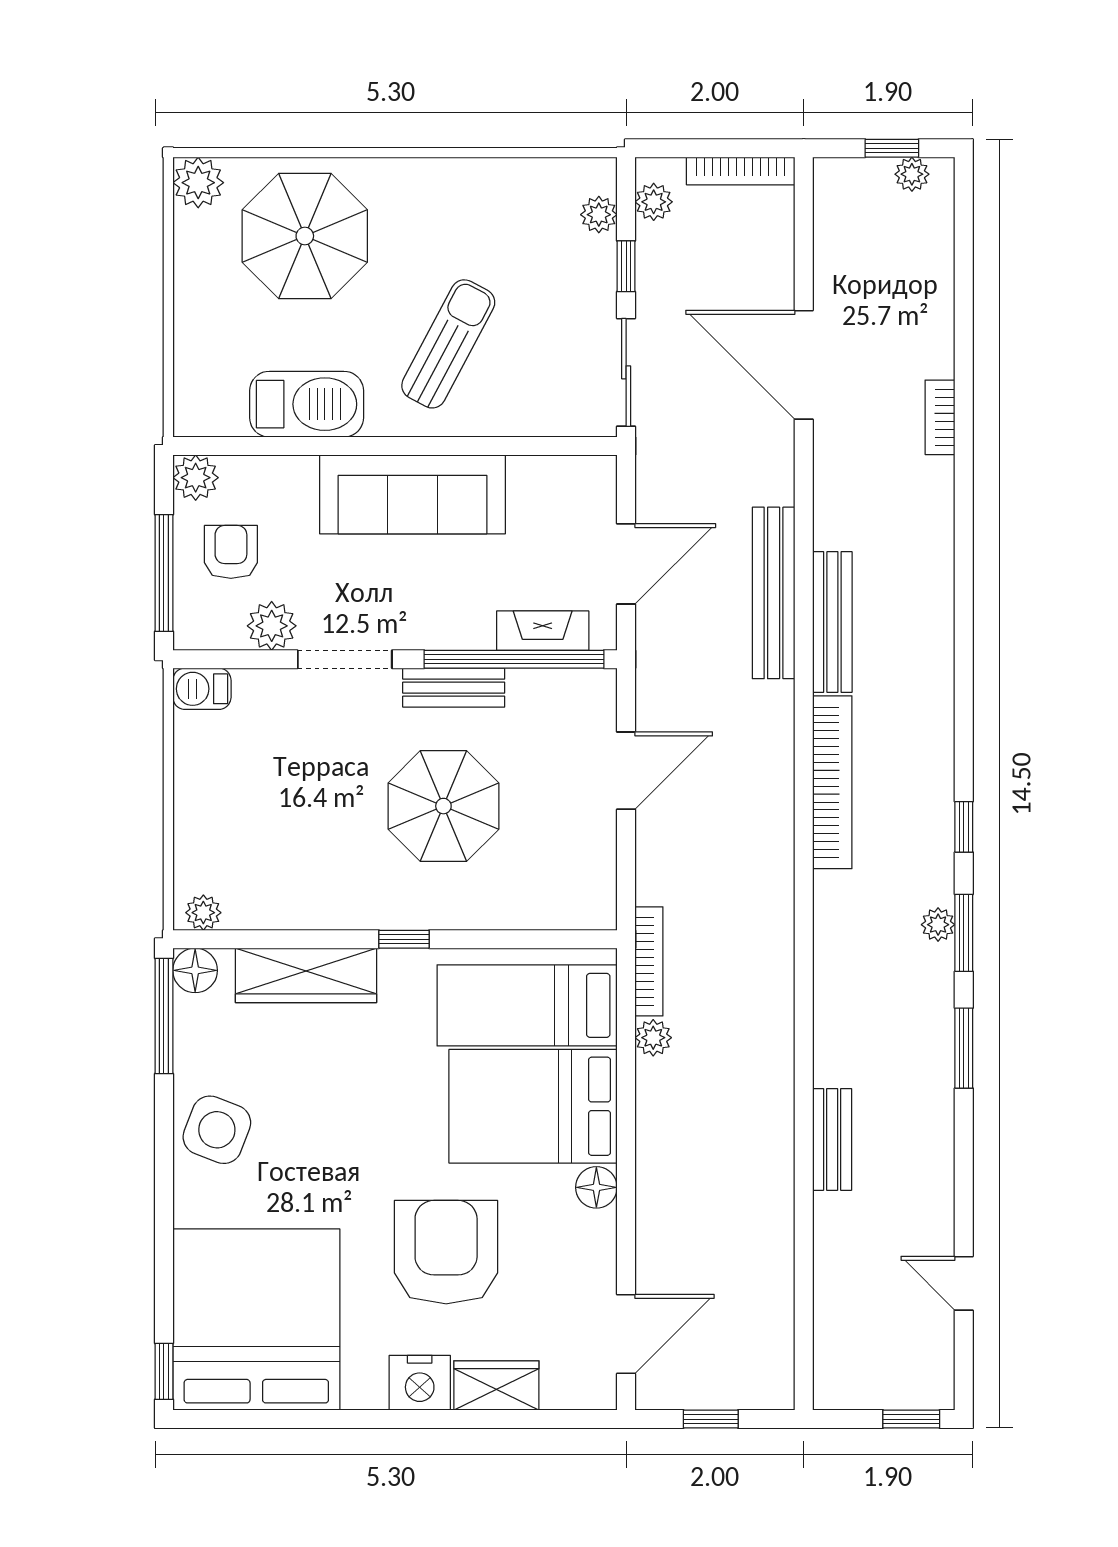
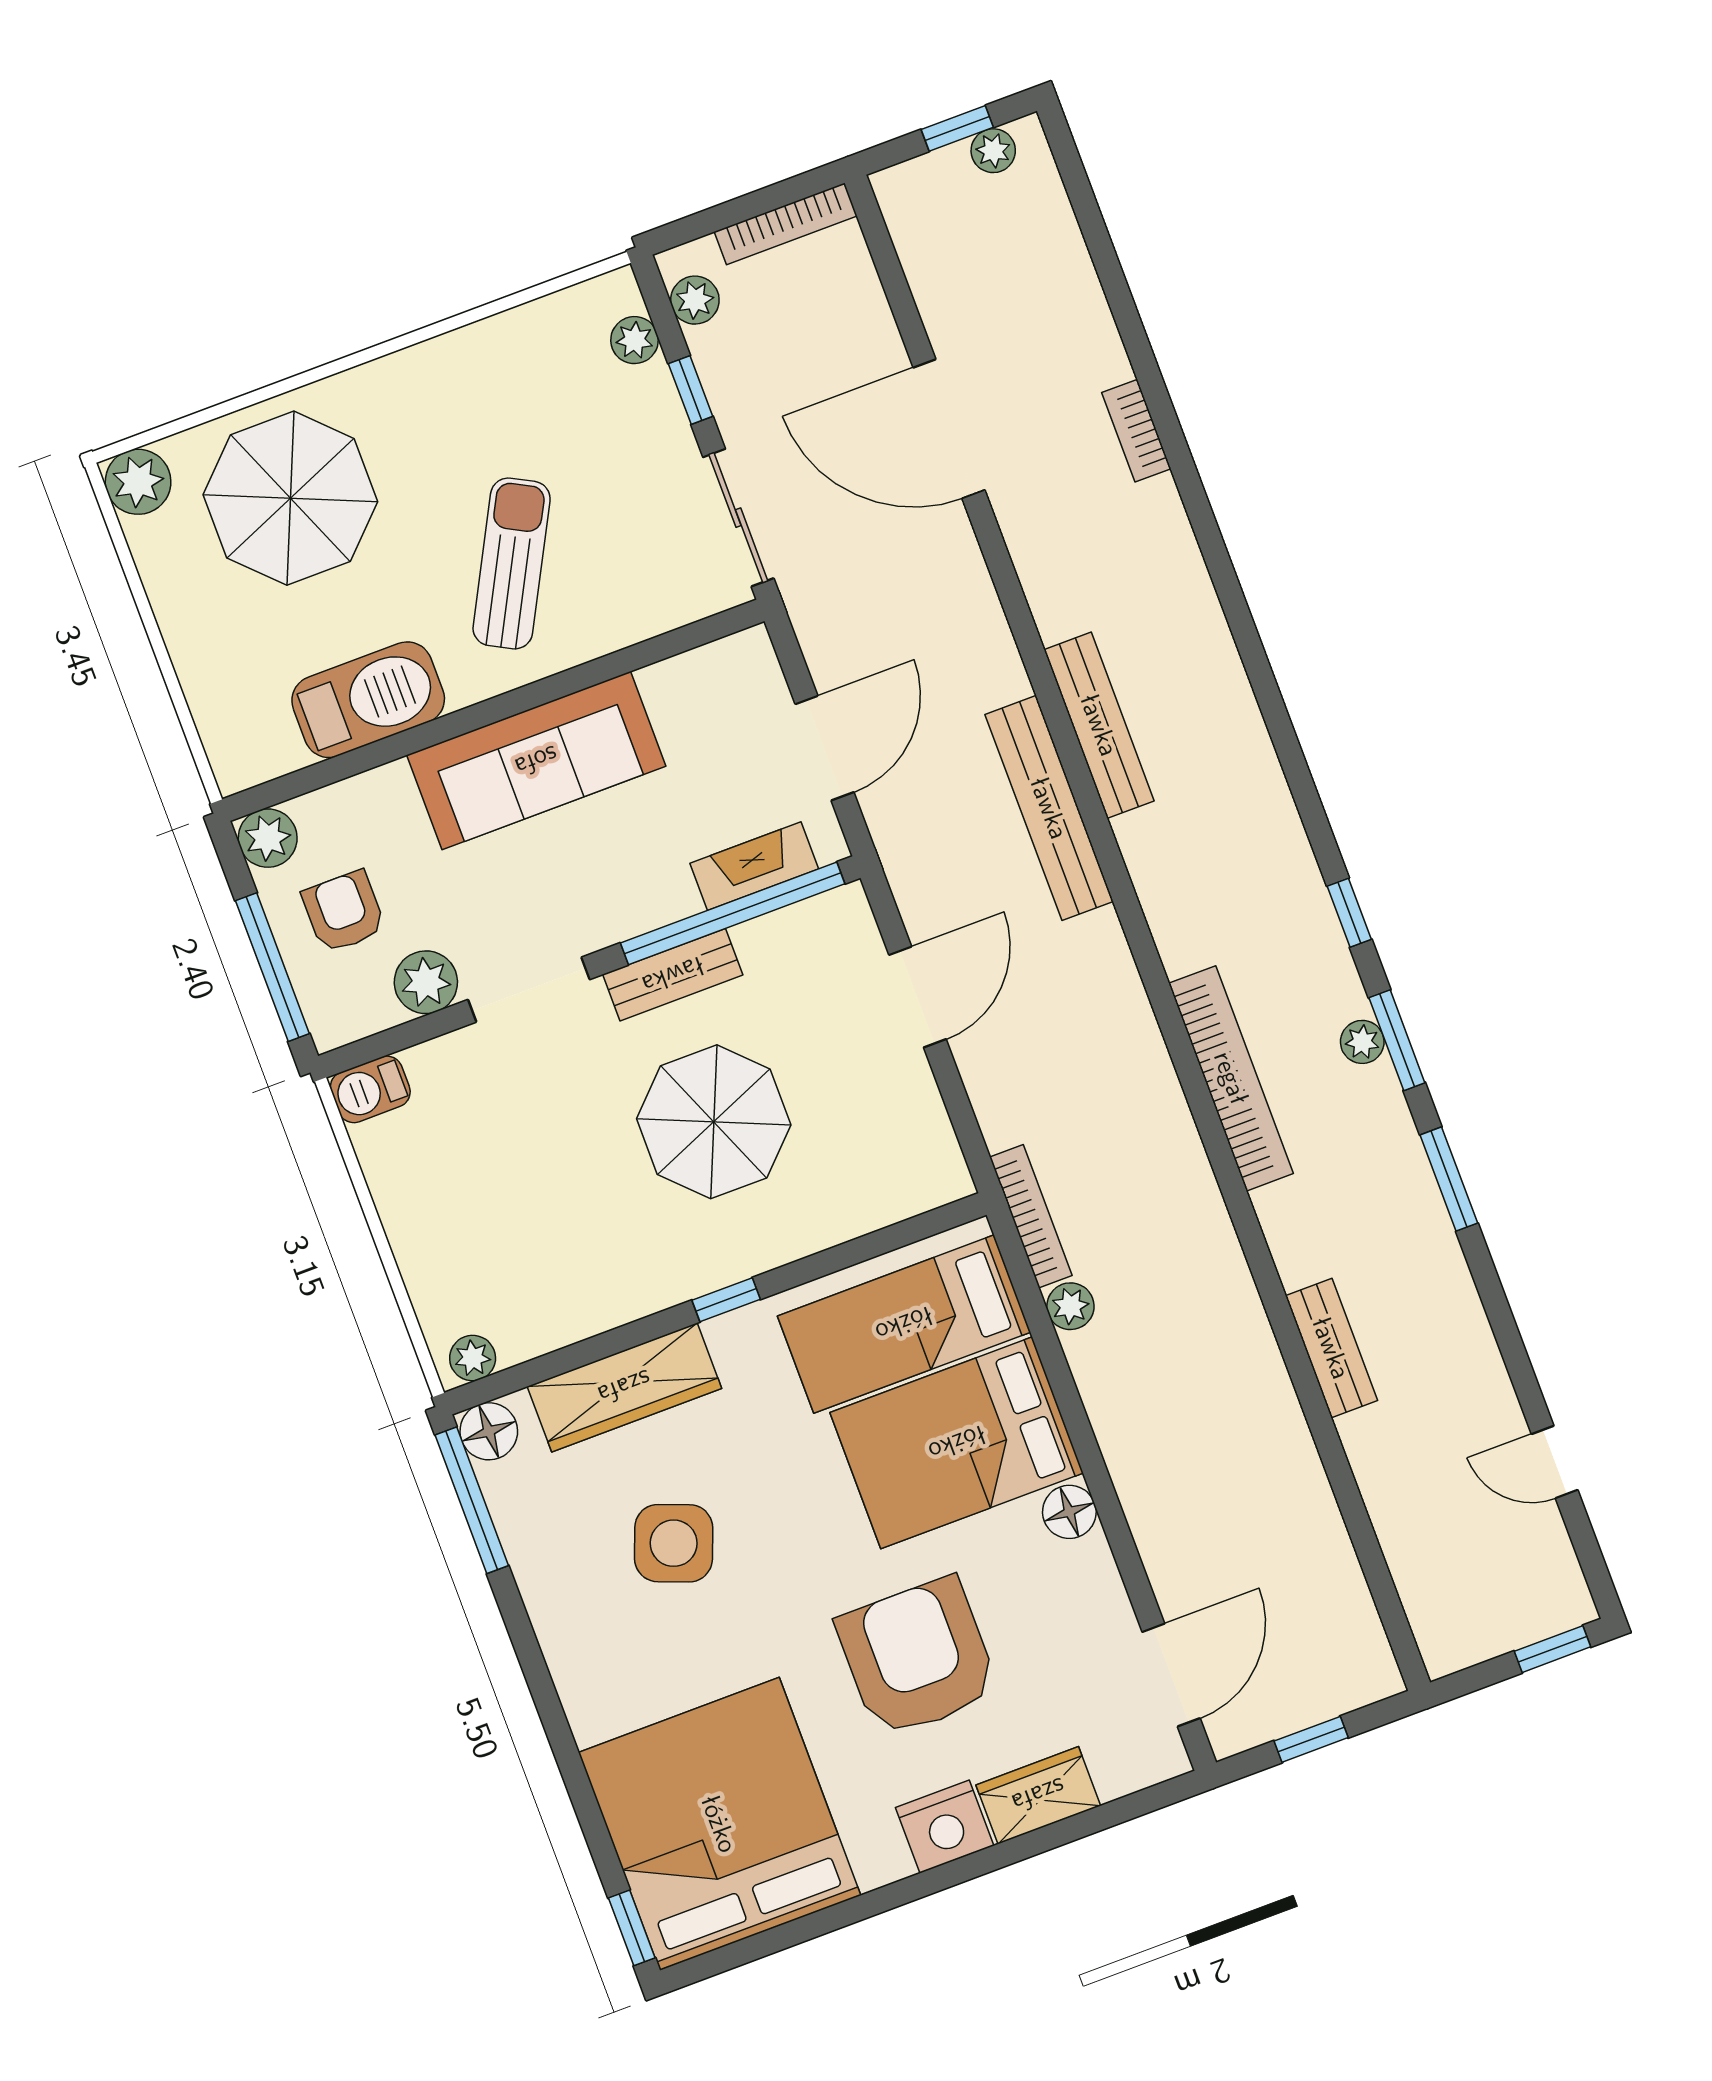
bench: (774, 593) -> (1049, 808), moved
bookcase: (832, 782) -> (1231, 1078), moved
side table: (217, 1130) -> (674, 1543), moved

